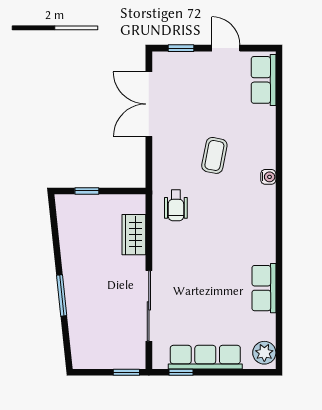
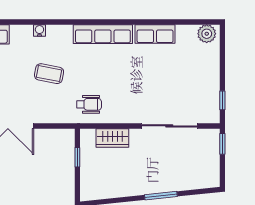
water cooler: (268, 177) -> (39, 30), moved
window: (87, 191) -> (77, 157), moved
row of seats: (205, 357) -> (103, 34), moved, turned -90

